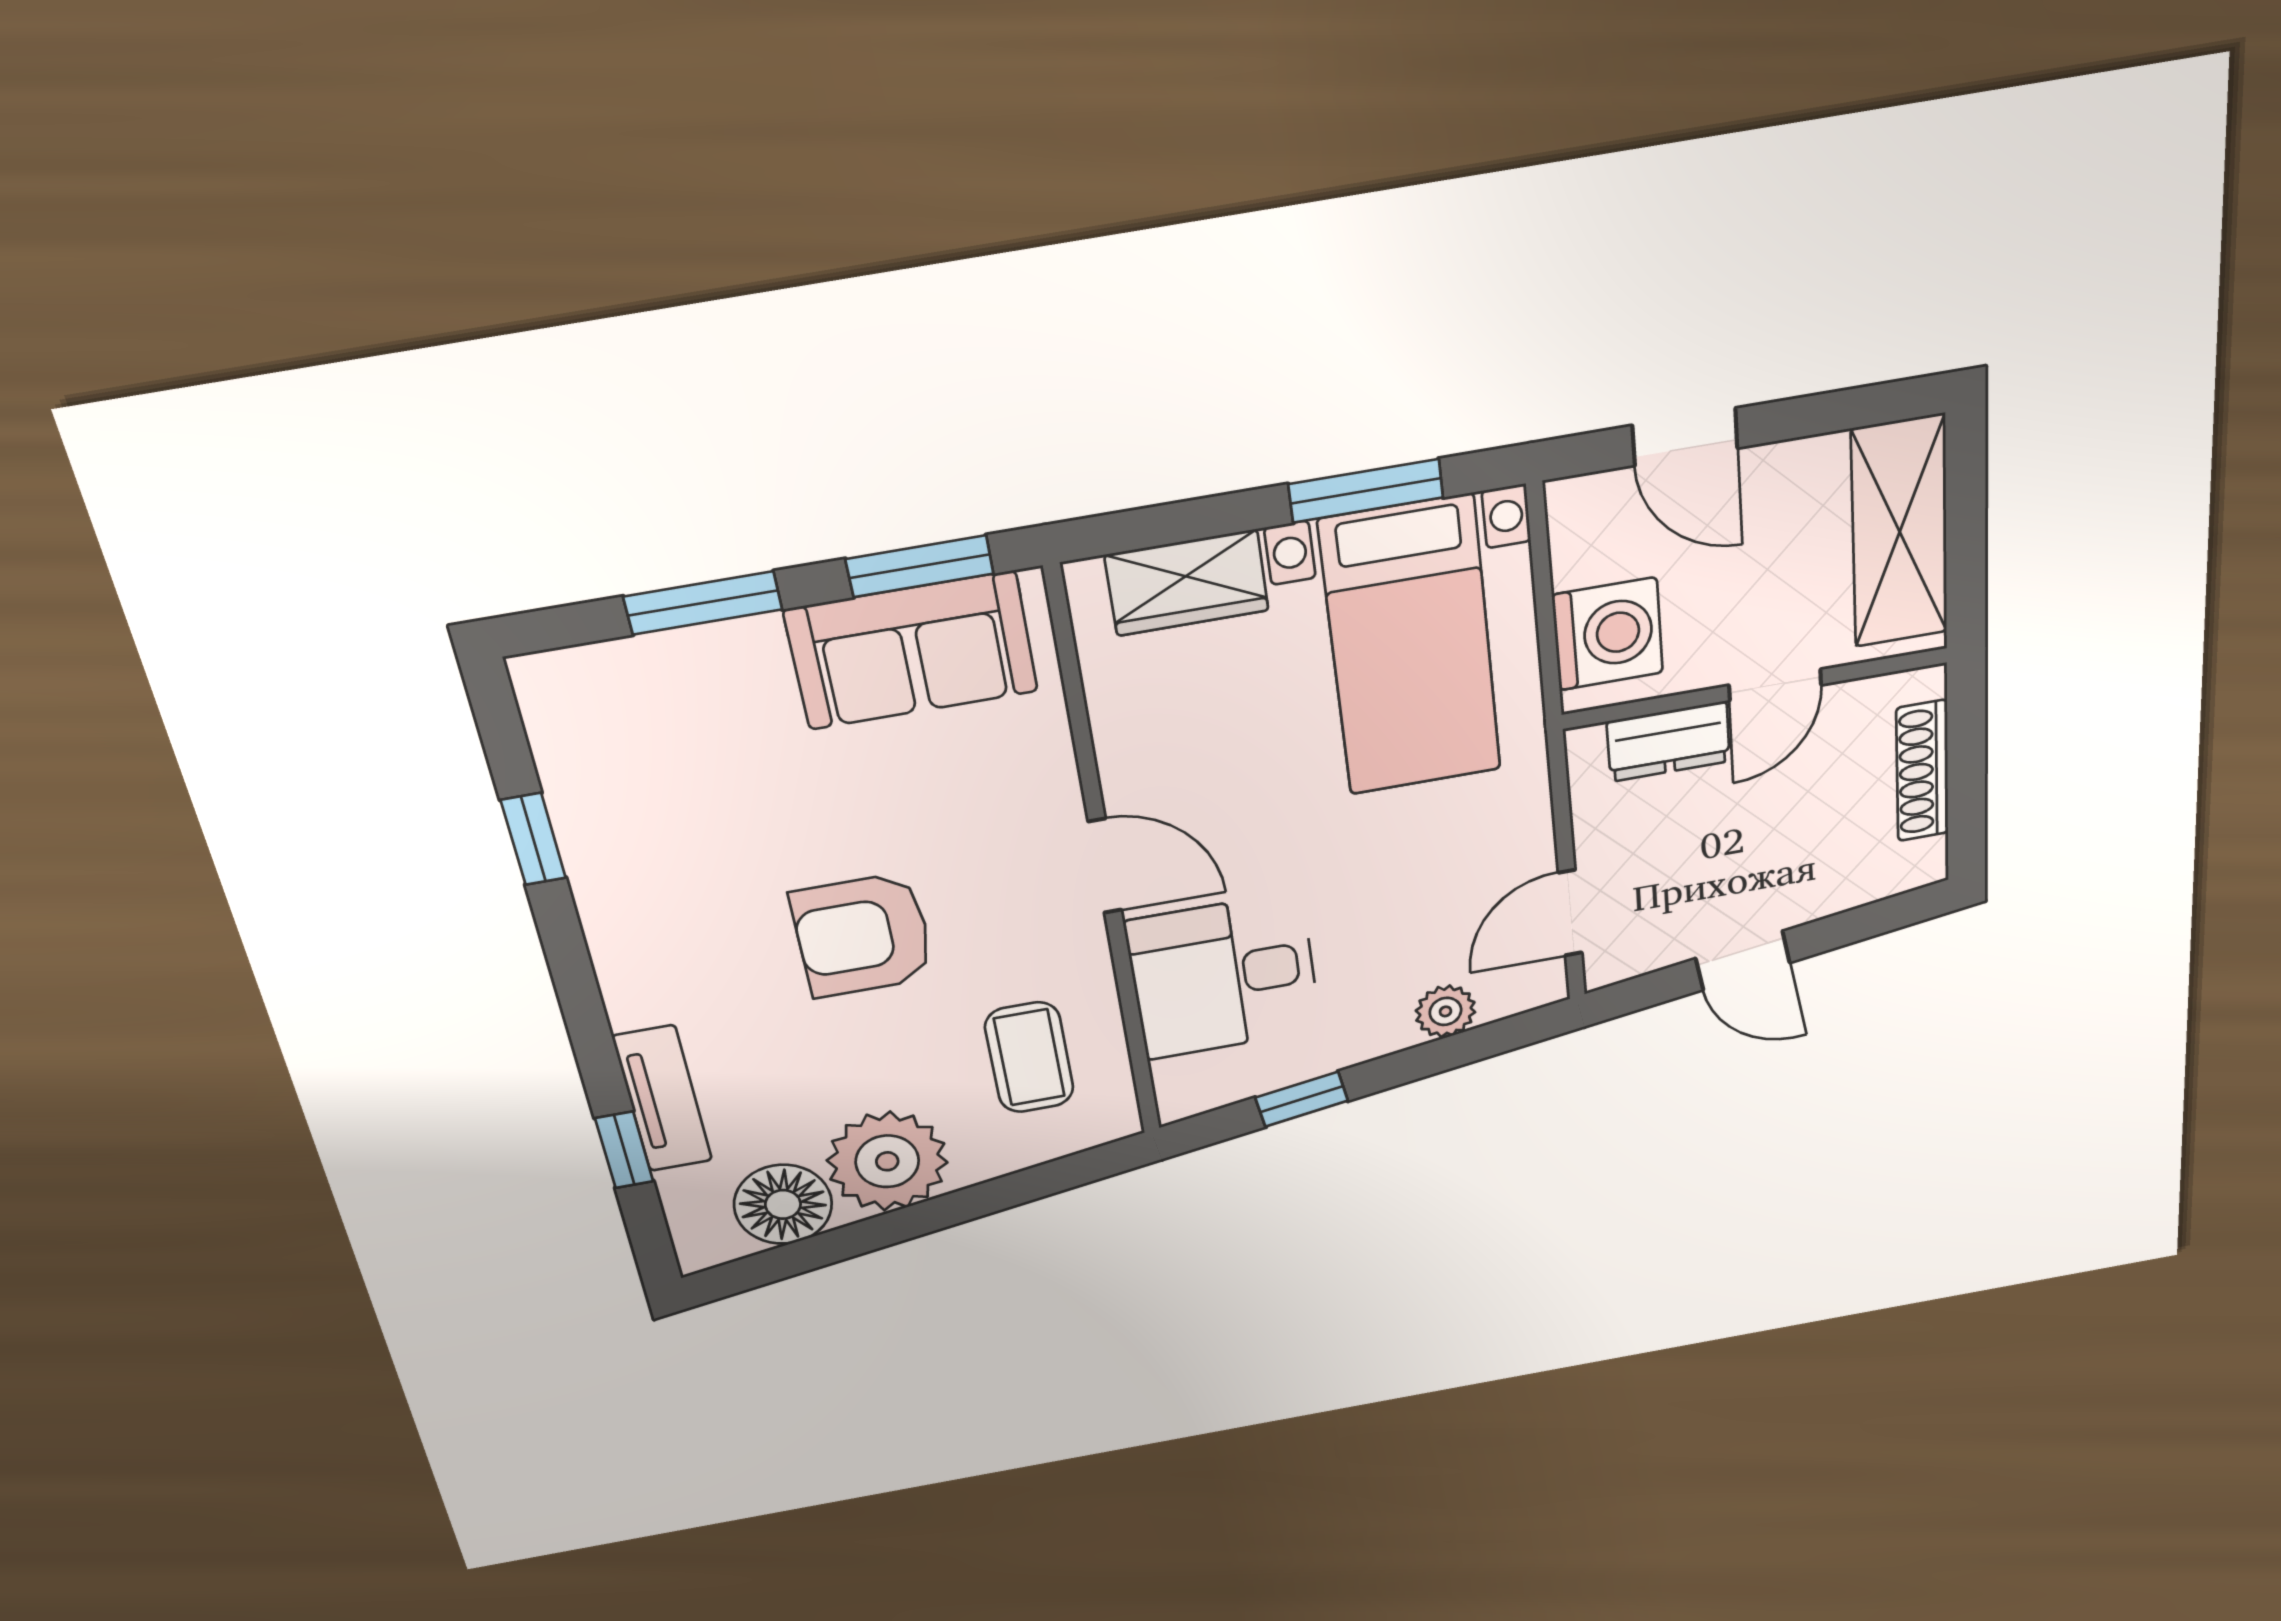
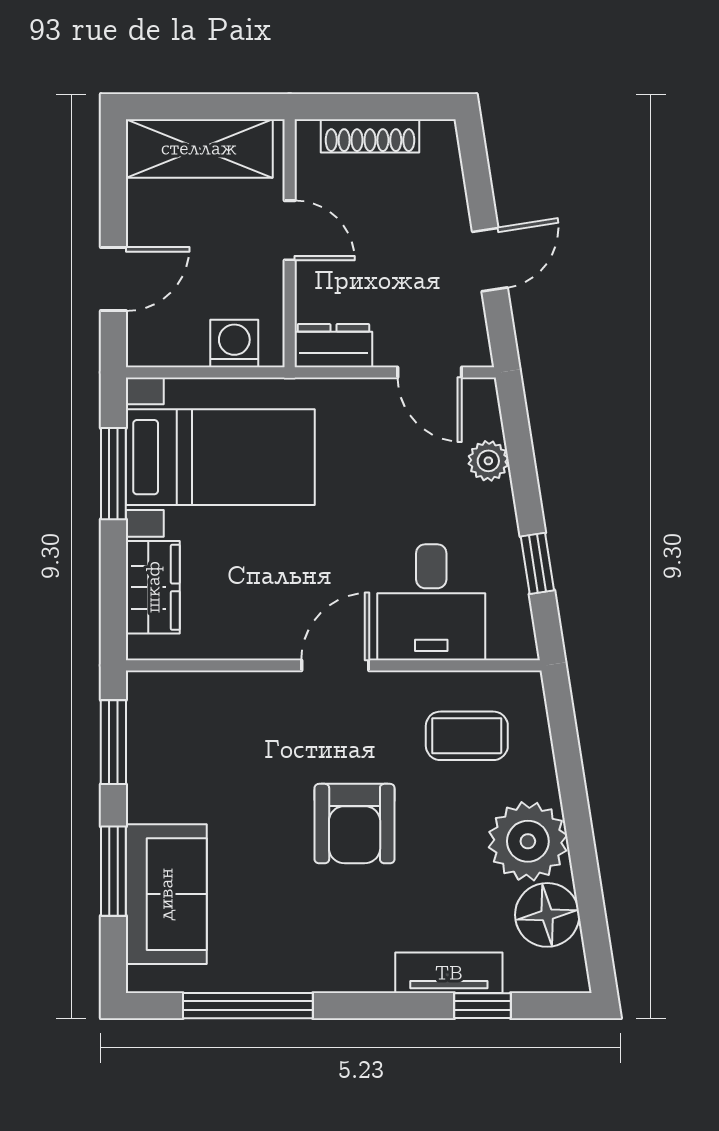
washing machine: (1608, 634) -> (234, 343), width x0.73, depth x0.73
sofa: (912, 651) -> (166, 894), moved
dresser: (1668, 741) -> (333, 346), moved, turned -90
window: (533, 839) -> (248, 1006), width x2.17

